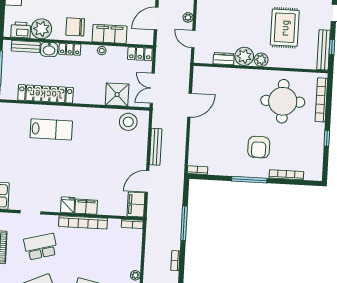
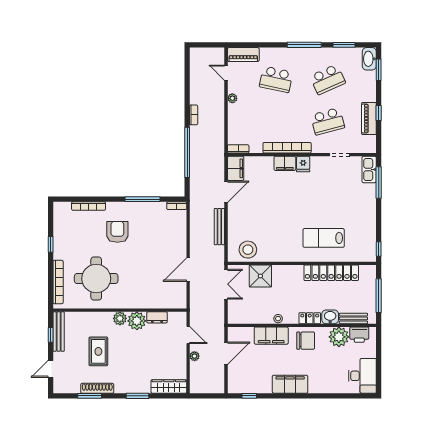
rug: (285, 28) -> (98, 351), width x0.73, depth x0.70
locker: (140, 54) -> (240, 317), removed
window: (249, 180) -> (142, 199), moved
window: (184, 223) -> (187, 152), width x1.46

